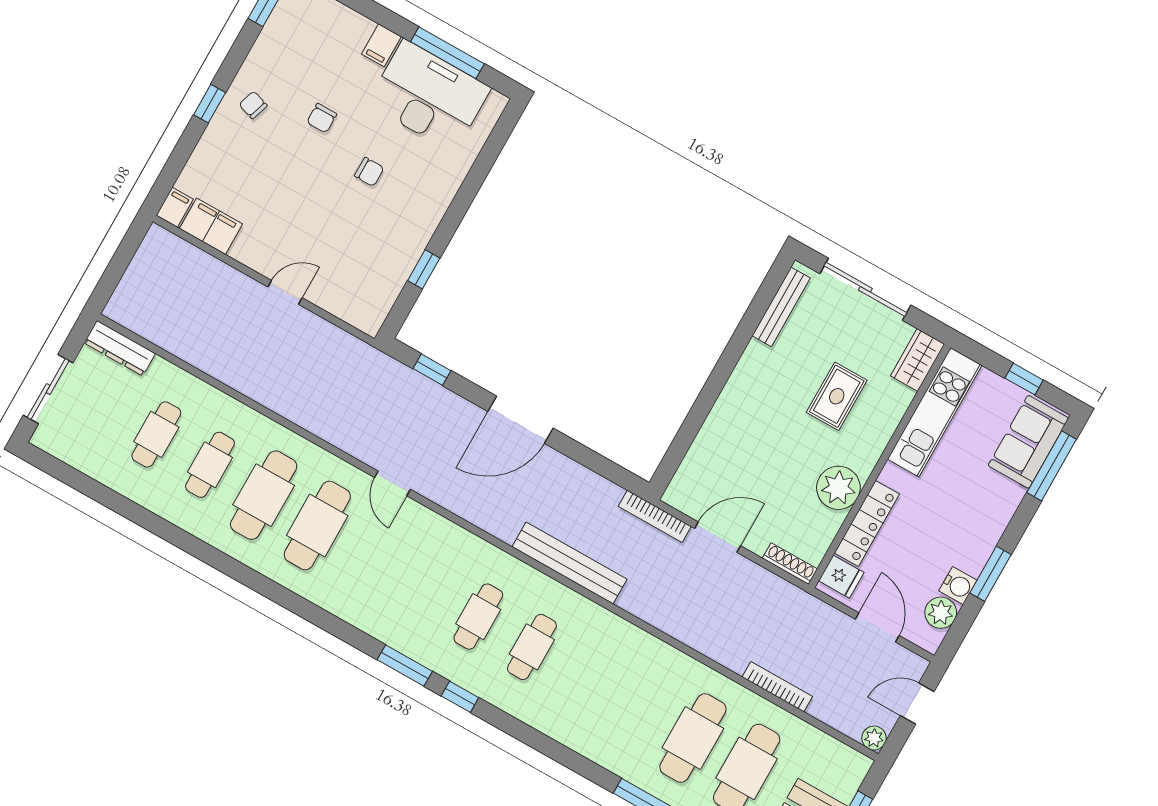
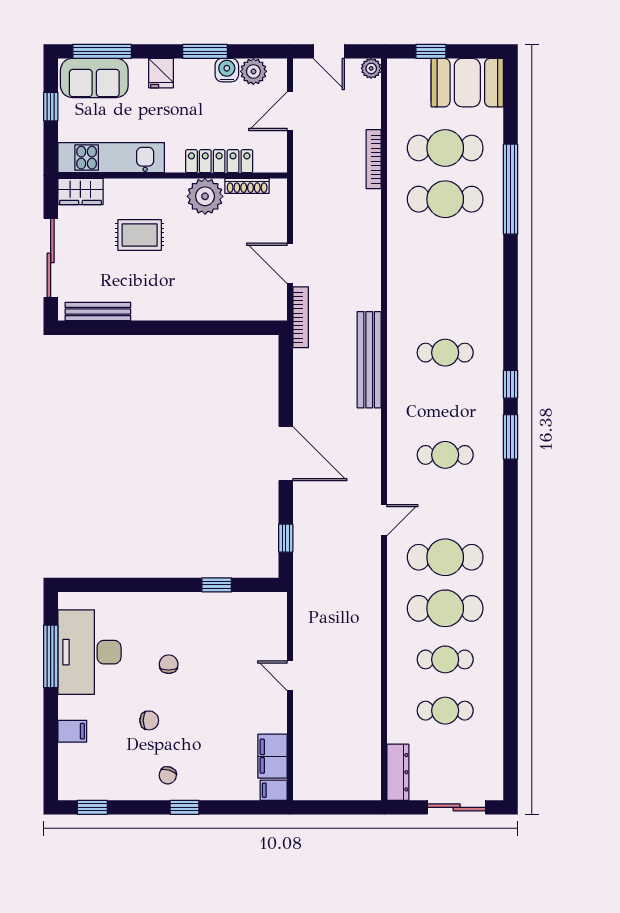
filing cabinet: (381, 45) -> (72, 731), moved
shoe rack: (790, 564) -> (247, 186), moved, turned -90
fridge: (841, 577) -> (161, 73), moved, turned 180
cafe table: (478, 617) -> (445, 455), moved

